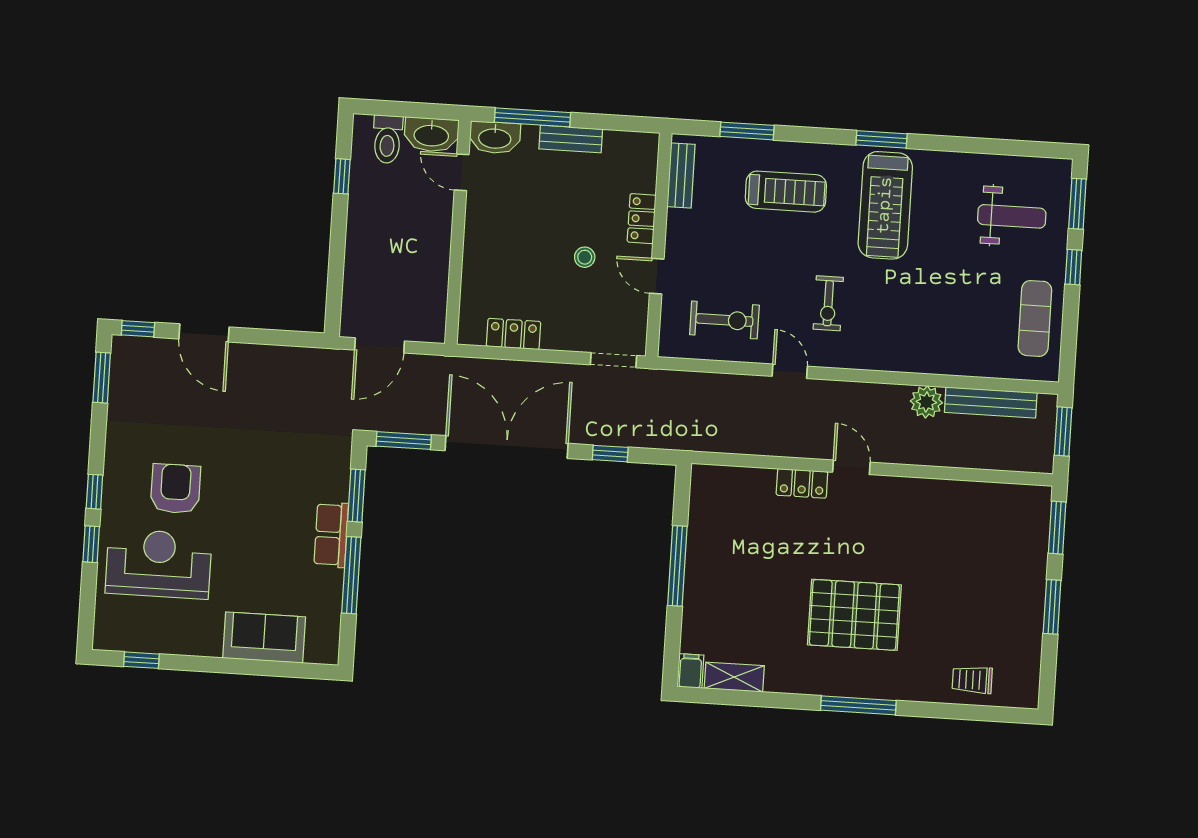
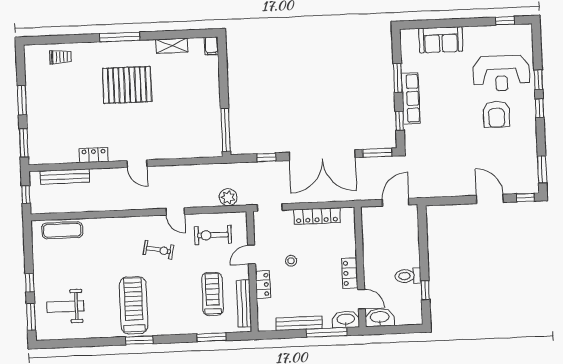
toilet: (387, 139) -> (408, 276), moved, turned -90
bench: (571, 139) -> (299, 323), width x1.36
bench: (681, 176) -> (244, 304), width x1.36
treadmill: (786, 192) -> (212, 294), moved, turned 90
locker: (478, 223) -> (350, 273), added
door: (657, 276) -> (252, 255), swing flipped
exercise bike: (828, 303) -> (158, 250), turned 102
exercise mat: (1035, 318) -> (62, 230), moved, turned 90
locker: (514, 334) -> (317, 216), width x1.53
plant: (926, 402) -> (228, 197), moved
bench: (991, 402) -> (65, 177), moved
window: (1063, 432) -> (26, 195), width x0.67
locker: (802, 483) -> (94, 155), moved
window: (356, 496) -> (400, 121), width x0.67
row of seats: (331, 535) -> (411, 98), width x1.48
window: (677, 566) -> (225, 130), moved
window: (351, 575) -> (398, 78), width x0.69
shelving: (734, 677) -> (172, 46), moved

